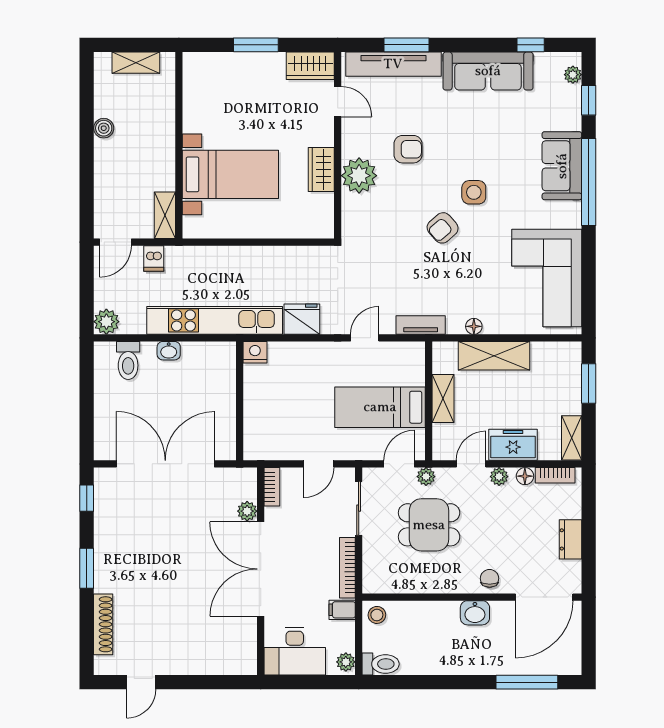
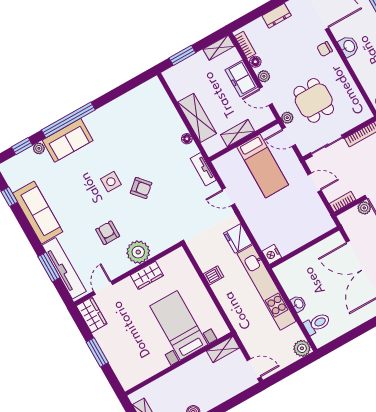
plant: (573, 75) -> (39, 148), moved
dishwasher: (154, 259) -> (213, 275), moved
corner sofa: (547, 278) -> (136, 113), removed

